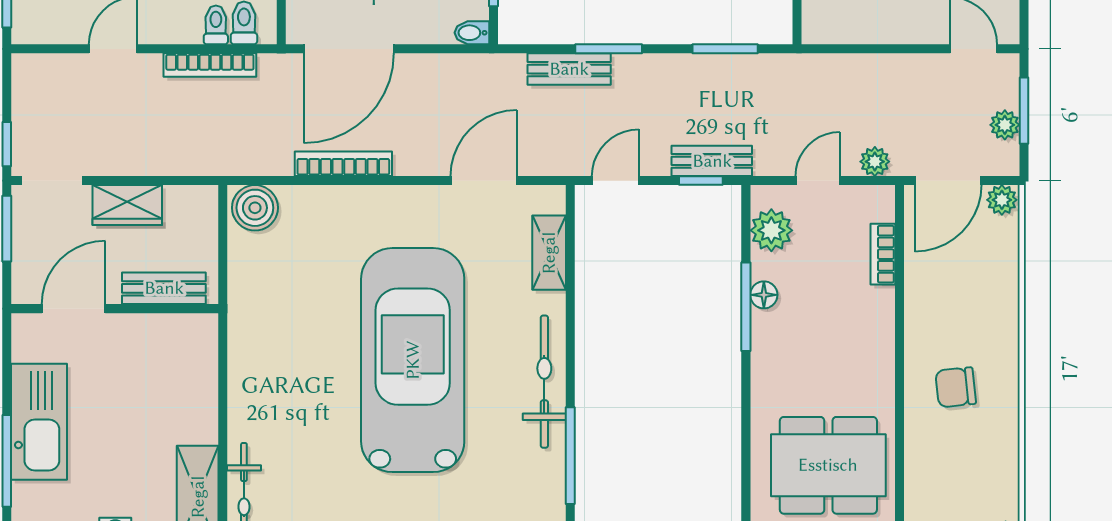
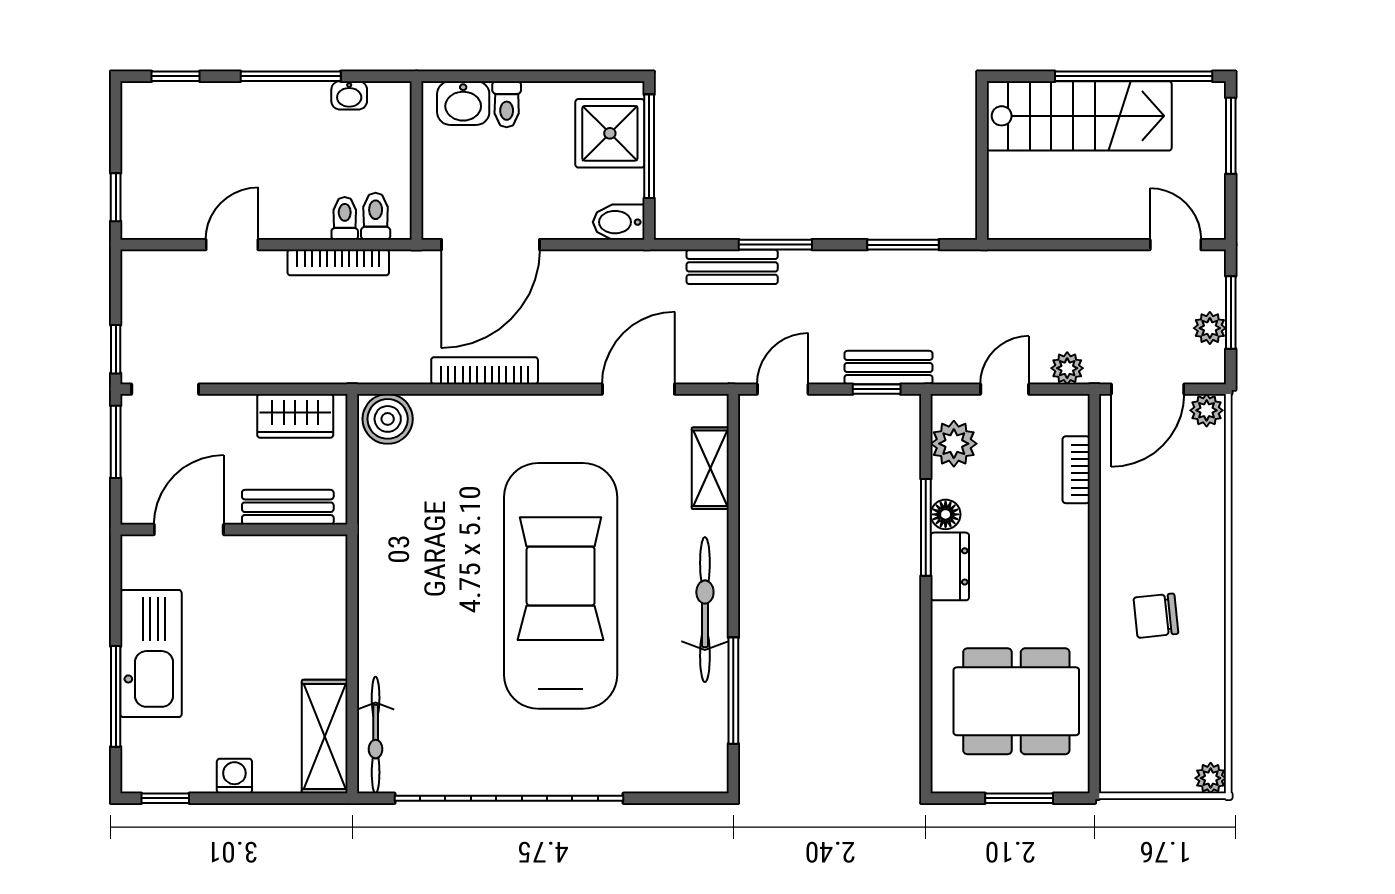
bidet: (472, 33) -> (619, 222), width x1.38, depth x1.36
wardrobe: (127, 205) -> (295, 416), moved
dresser: (768, 342) -> (950, 566), added

